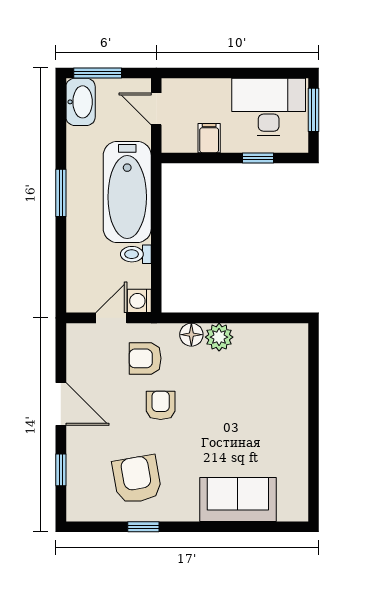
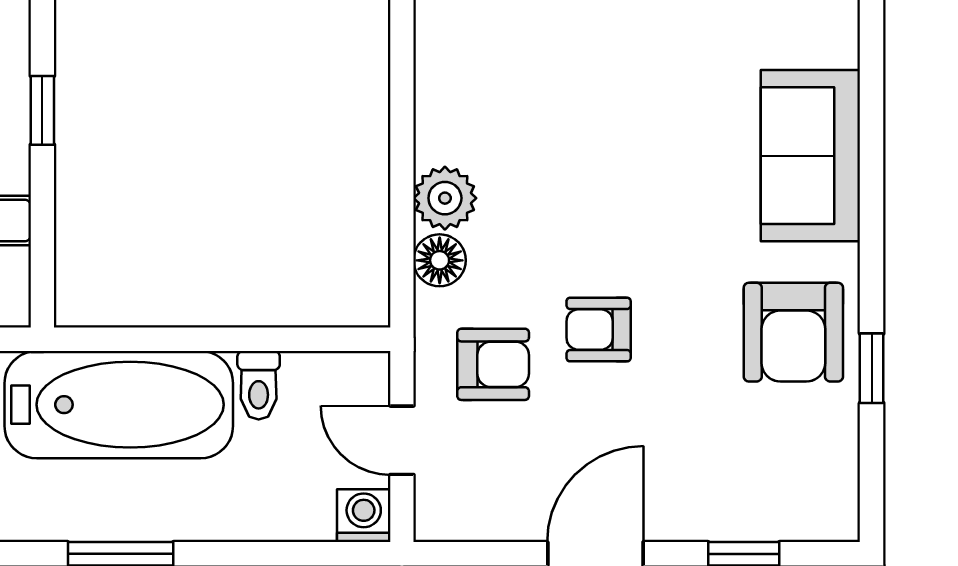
washing machine: (139, 301) -> (364, 516), moved, turned 180
armchair: (145, 358) -> (493, 364), turned -90
armchair: (137, 479) -> (793, 332), moved, turned -80

